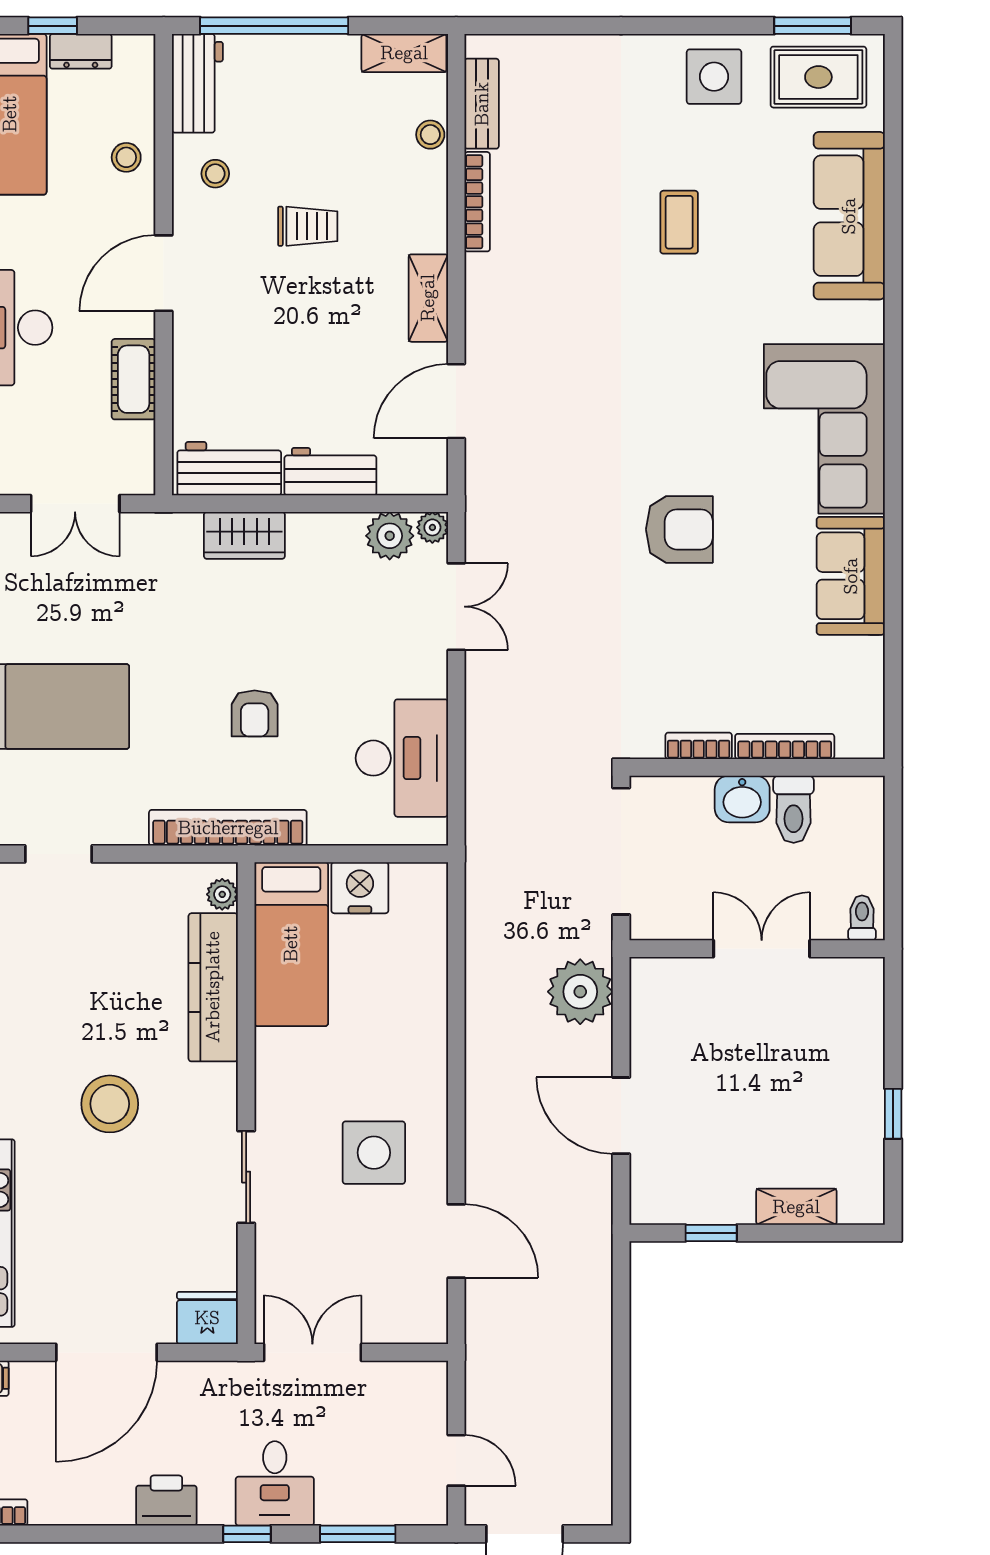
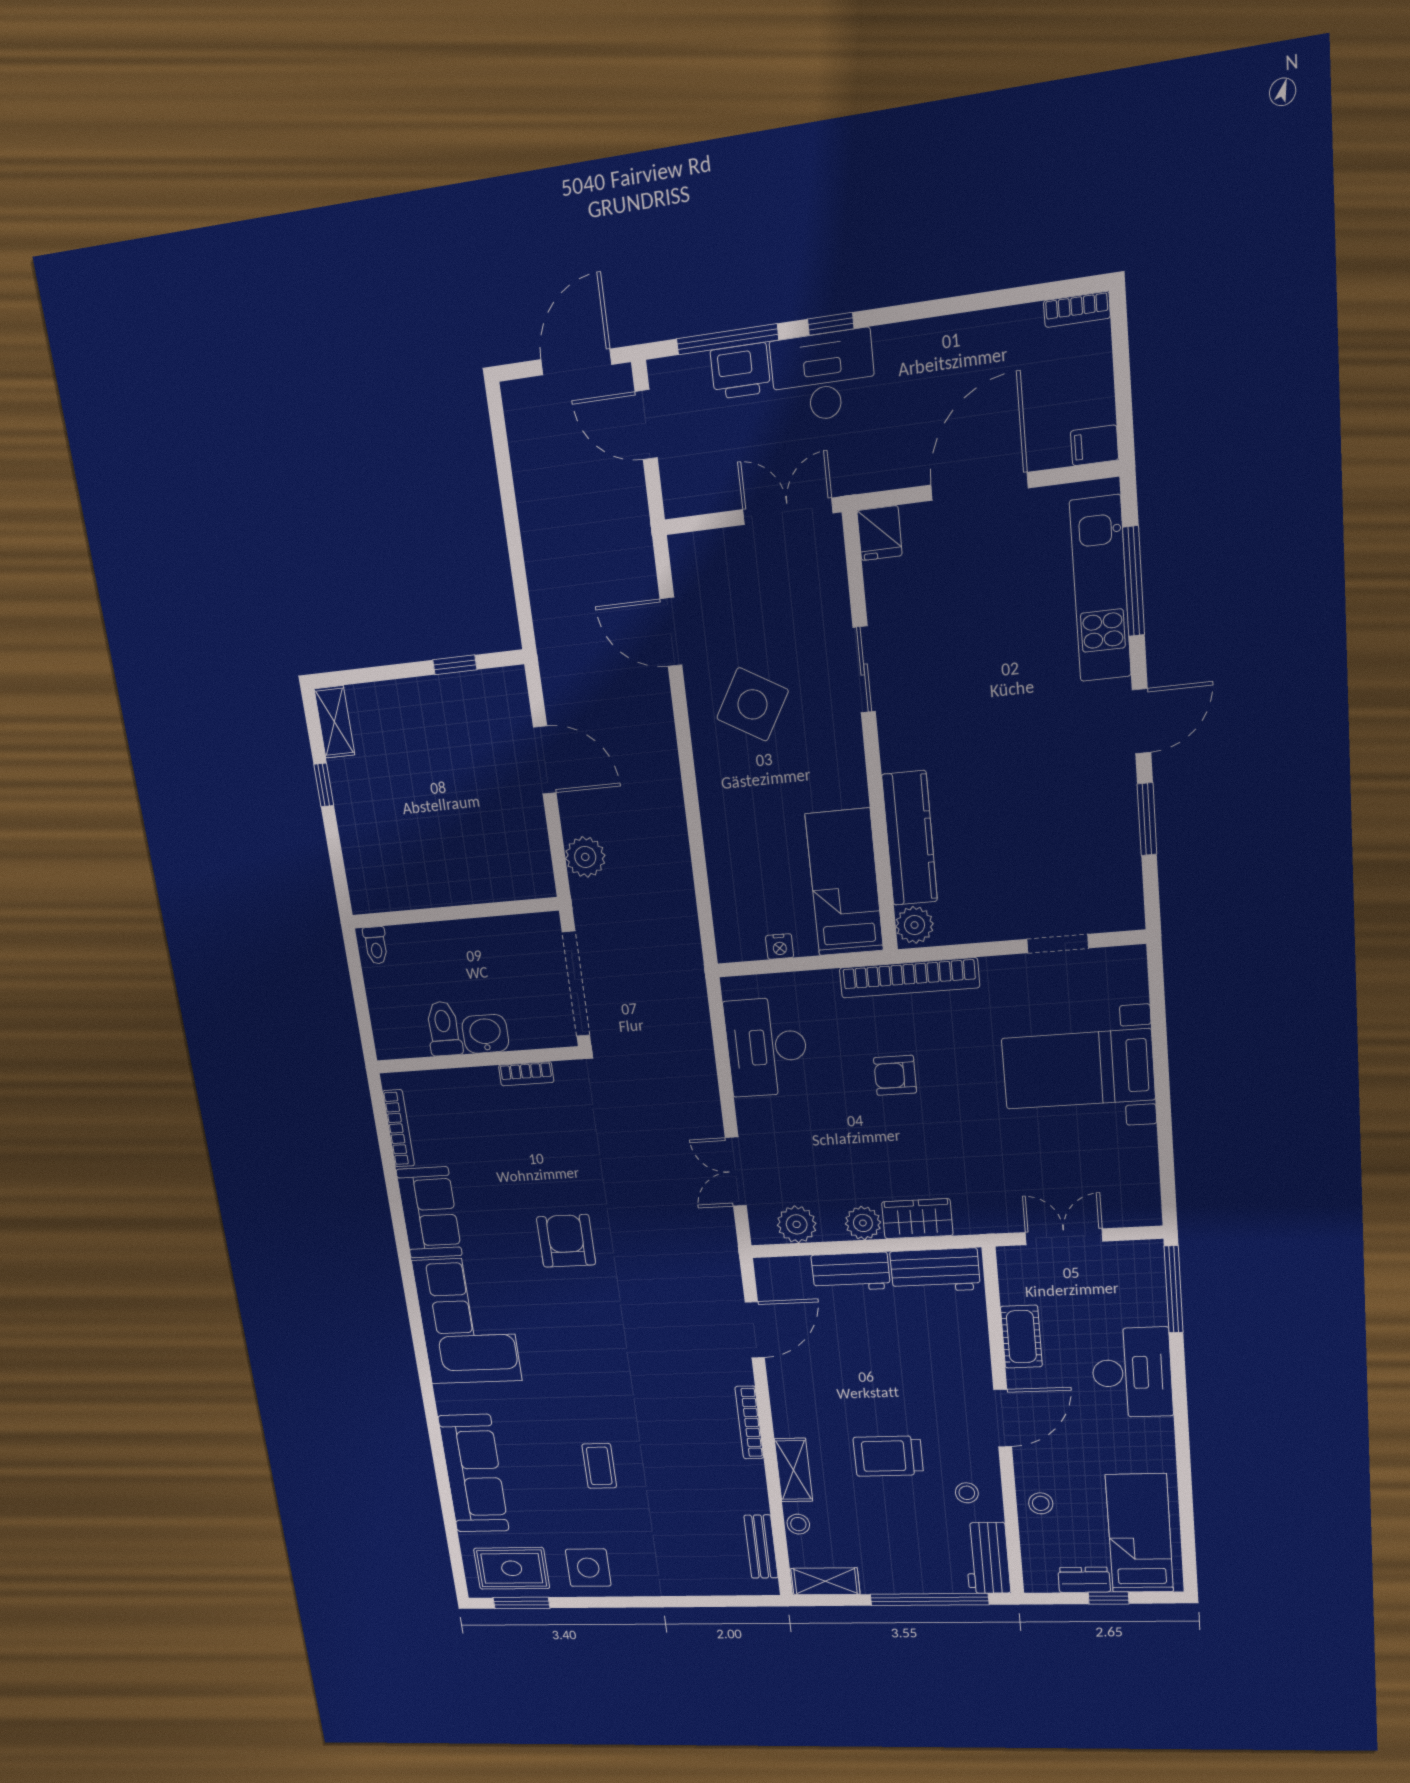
bookcase: (477, 202) -> (749, 1423), moved
trolley: (308, 226) -> (888, 1456), width x1.36, depth x1.39
shelving: (428, 298) -> (794, 1470), moved
plant: (432, 527) -> (863, 1223), moved, width x1.38, depth x1.38
armchair: (679, 529) -> (566, 1241), turned 90
armchair: (255, 713) -> (895, 1075), turned -90
bookcase: (785, 746) -> (399, 1128), moved, turned -90
nightstand: (360, 888) -> (780, 946), width x0.53, depth x0.56
plant: (222, 894) -> (915, 925), width x1.38, depth x1.38
double door: (762, 949) -> (451, 913), removed
plant: (580, 992) -> (585, 857), width x0.73, depth x0.73
stool: (110, 1104) -> (994, 724), removed
side table: (374, 1153) -> (753, 704), turned 30
shelving: (796, 1207) -> (334, 722), moved, turned 90
fridge: (207, 1318) -> (880, 533), width x0.72
double door: (312, 1352) -> (788, 511), swing flipped
door: (456, 1460) -> (646, 425), width x1.38
desk: (275, 1483) -> (823, 376), width x1.37
printer: (166, 1501) -> (740, 371), moved
window: (358, 1534) -> (727, 339), width x1.44

